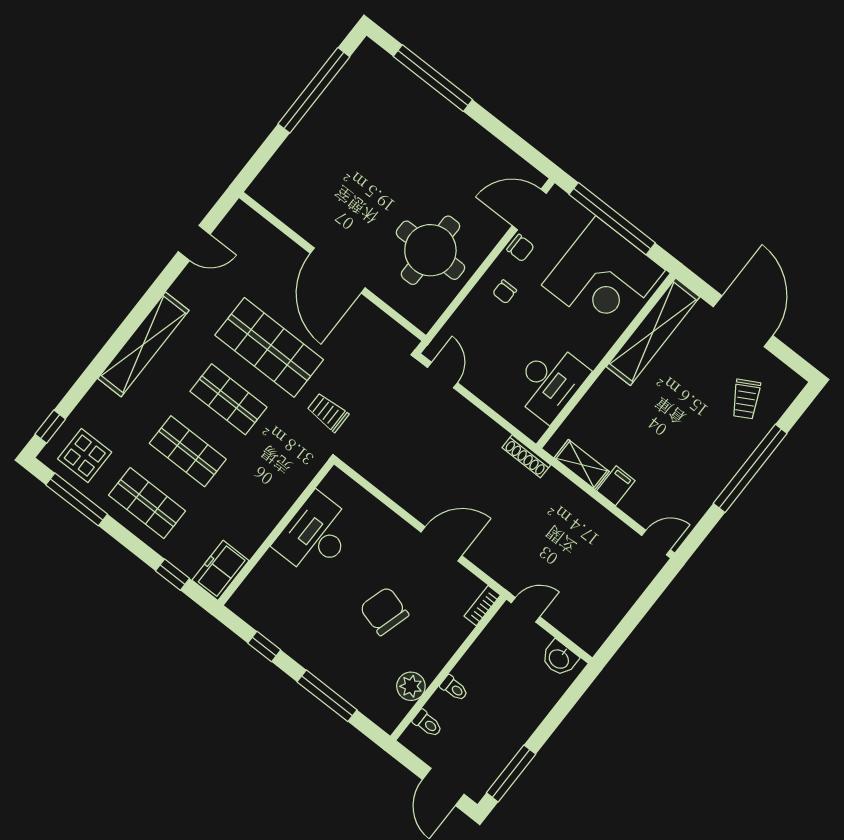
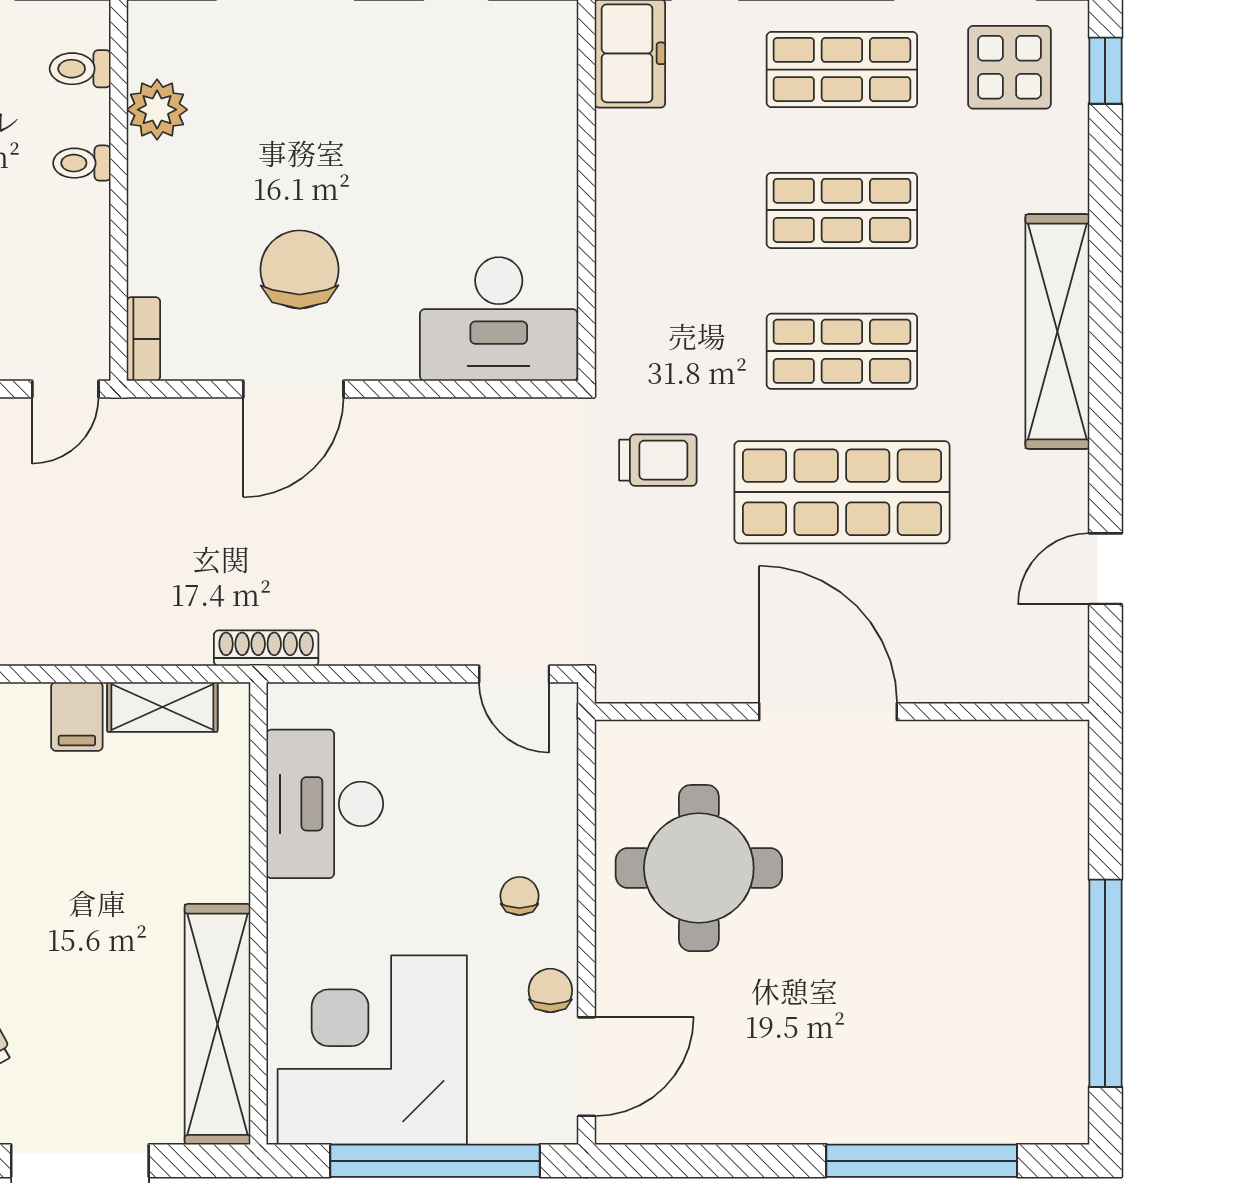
chair: (521, 248) -> (550, 990), turned 90
desk: (316, 535) -> (499, 319), moved, turned 90
chair: (384, 611) -> (300, 270), moved, turned -106

